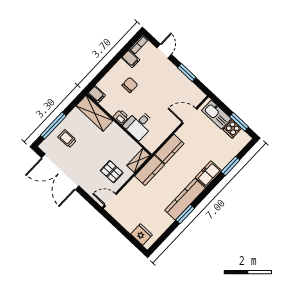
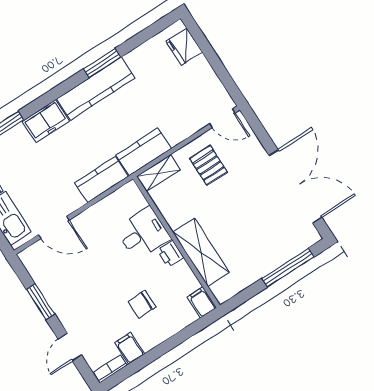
shelving: (95, 113) -> (201, 252), moved
trolley: (67, 139) -> (270, 240), removed

